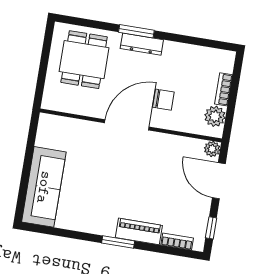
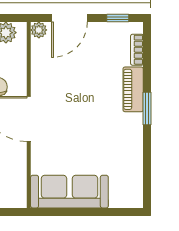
sofa: (44, 187) -> (69, 192), moved

